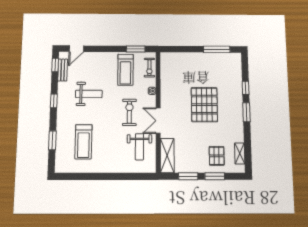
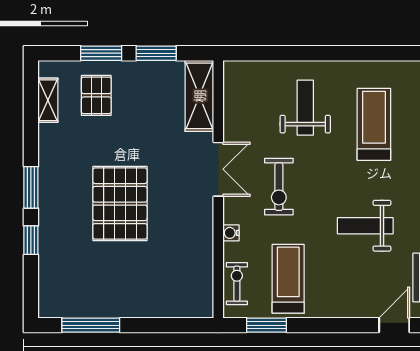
weight bench: (139, 147) -> (305, 108), moved

